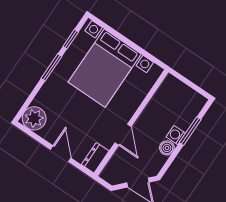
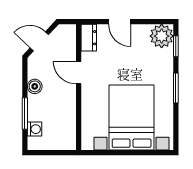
window: (71, 39) -> (176, 46), moved
washing machine: (176, 135) -> (35, 129), moved

